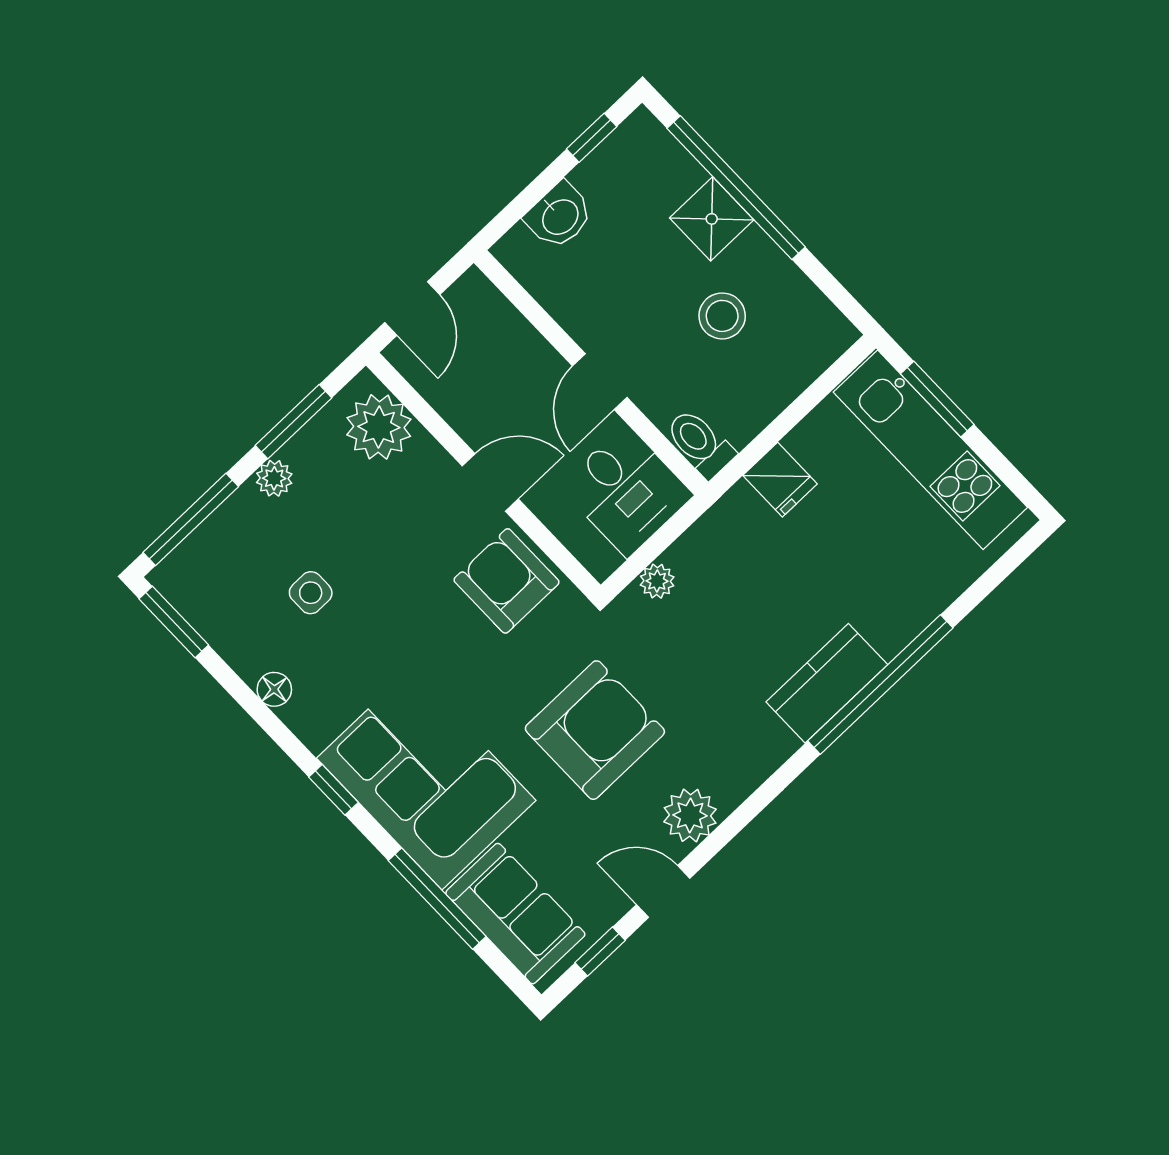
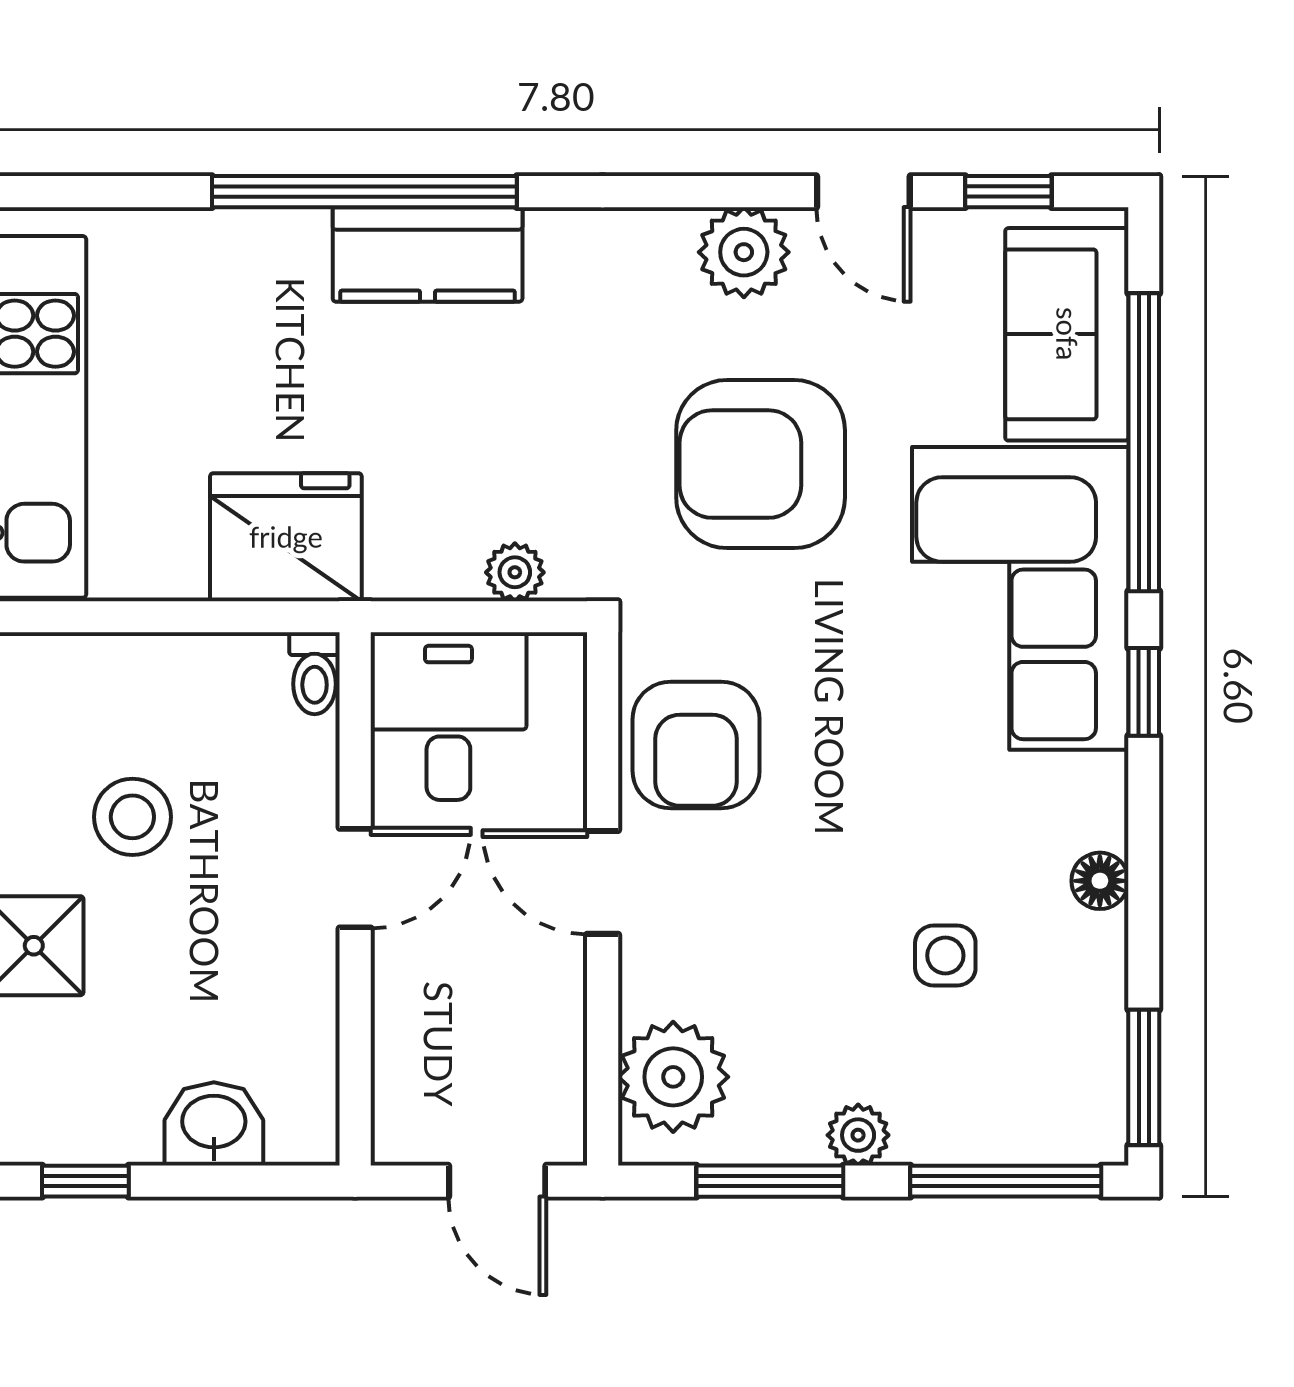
door: (412, 309) -> (497, 1181), swing flipped
toilet: (700, 443) -> (315, 673), width x0.73, depth x0.72
fridge: (780, 480) -> (286, 537), width x1.88, depth x1.34
window: (437, 899) -> (1144, 442), width x1.46

